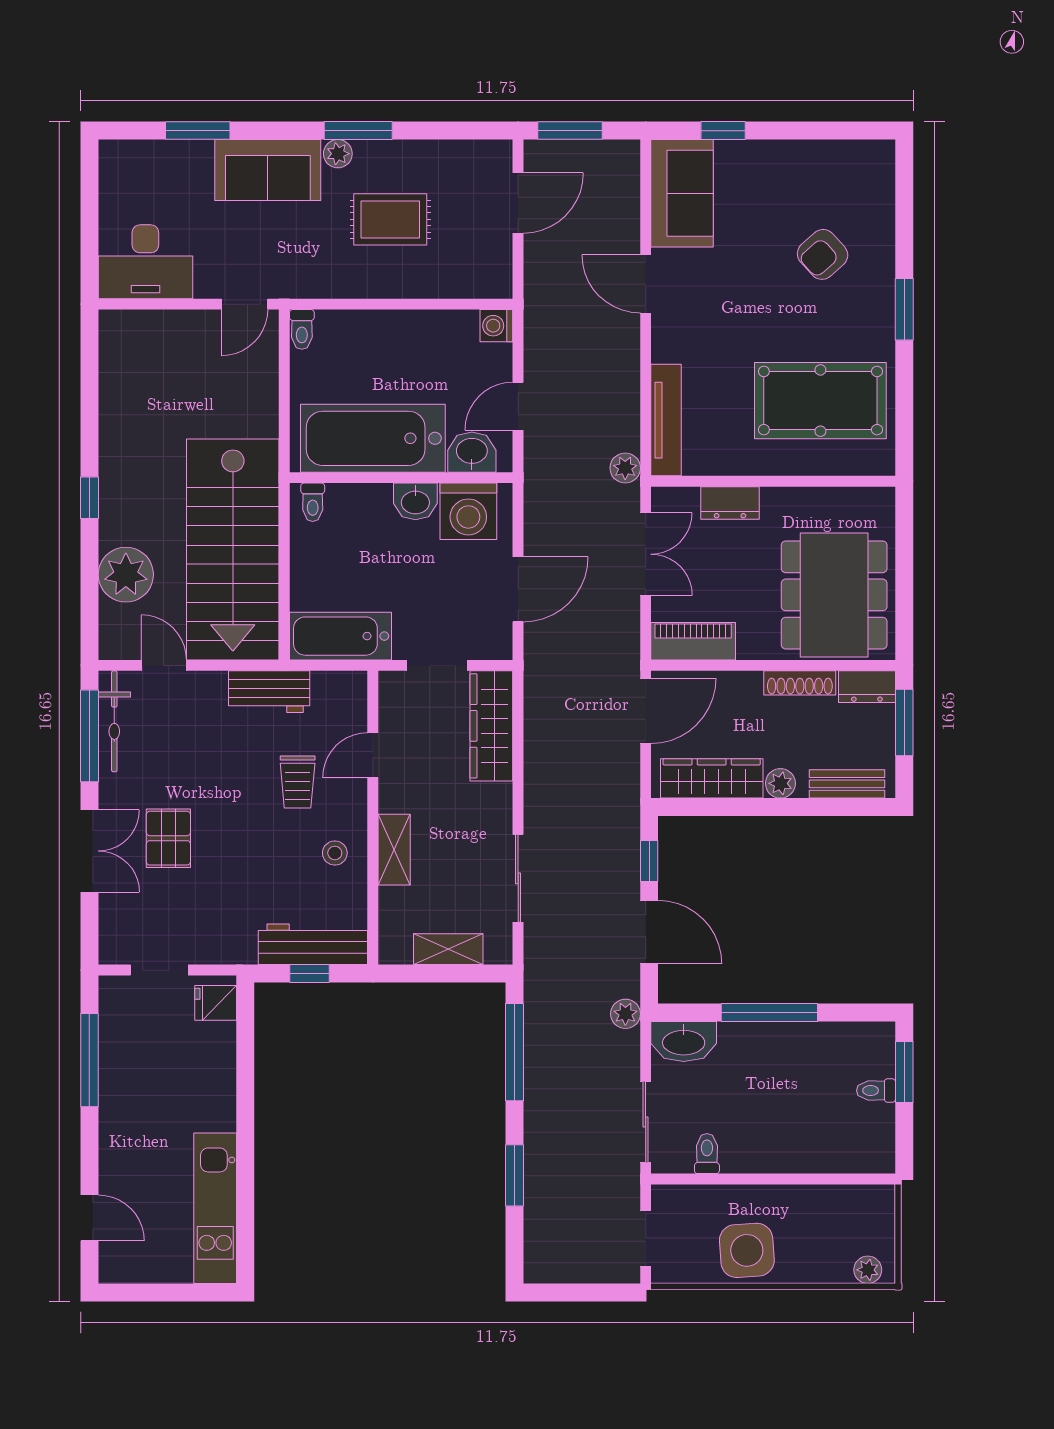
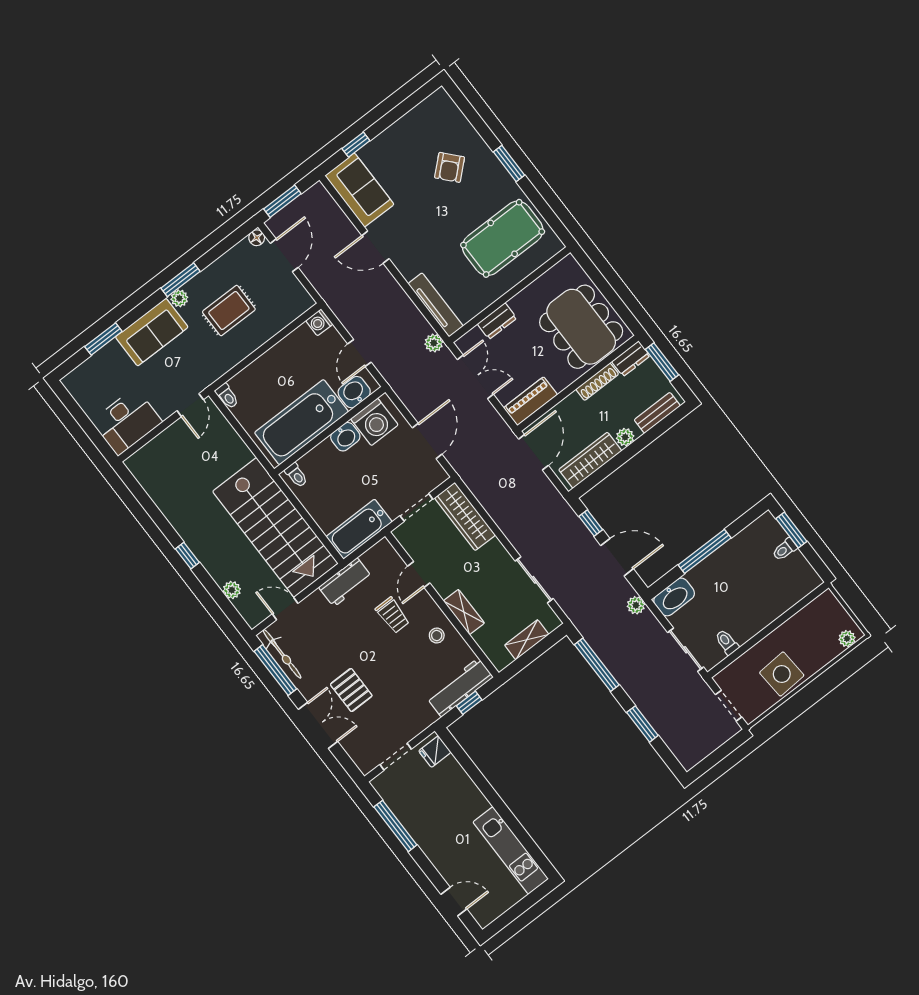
floor lamp: (500, 152) -> (257, 238), added
plant: (126, 575) -> (232, 590), width x0.53, depth x0.53

